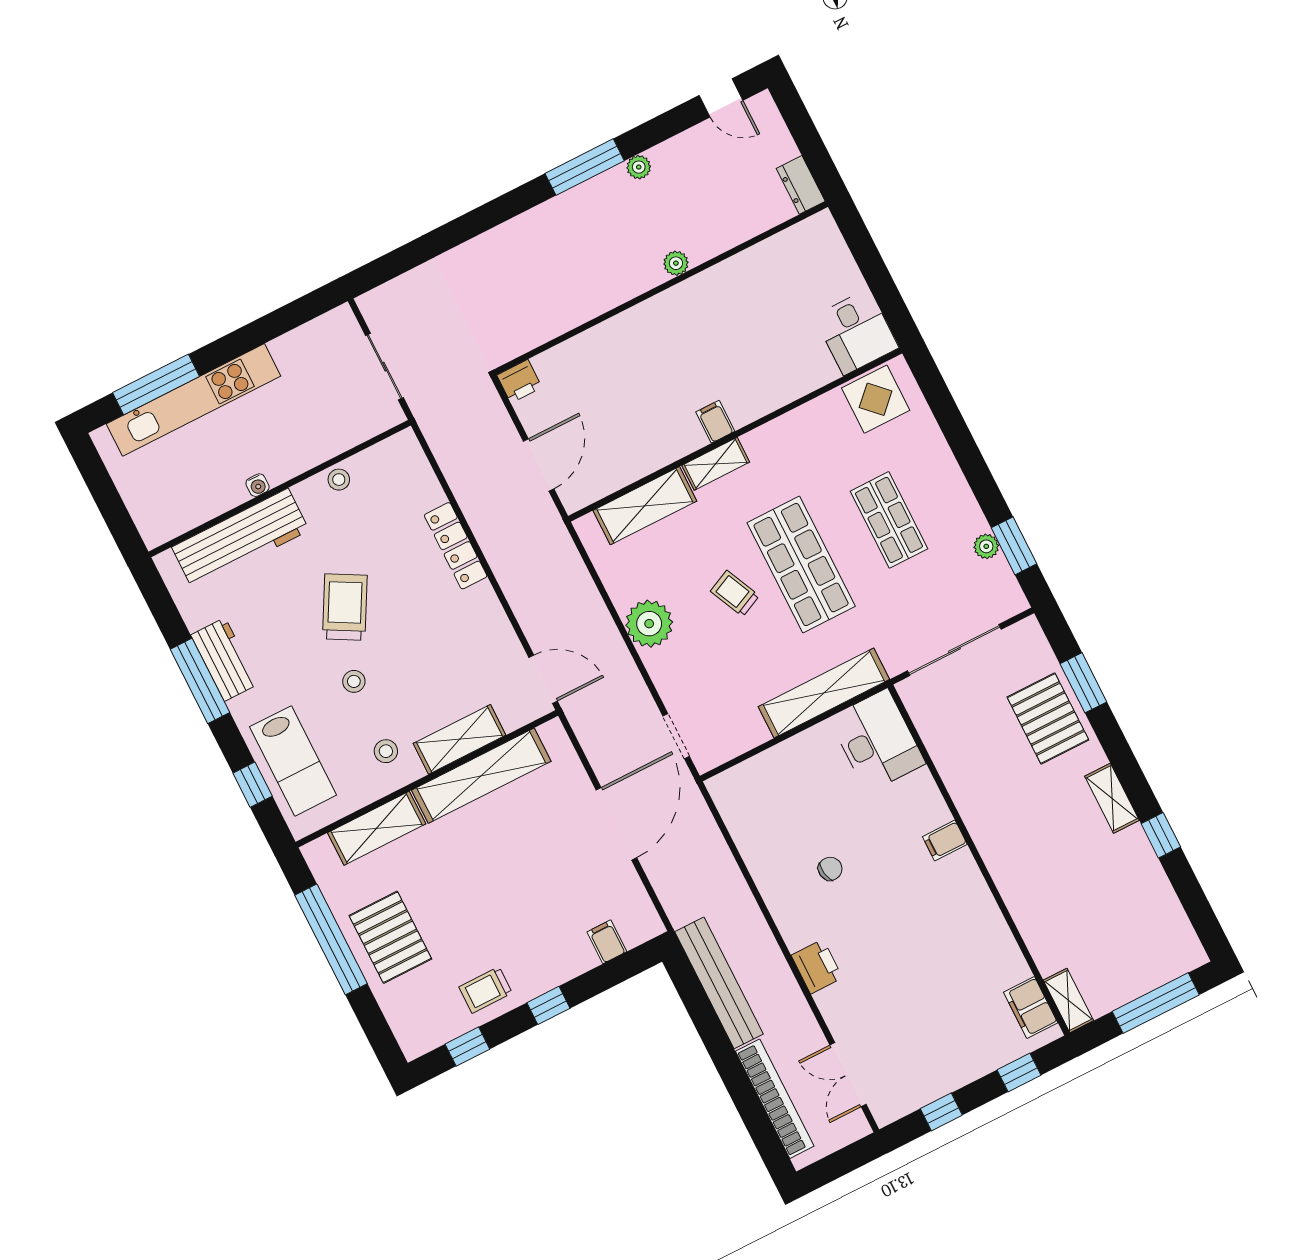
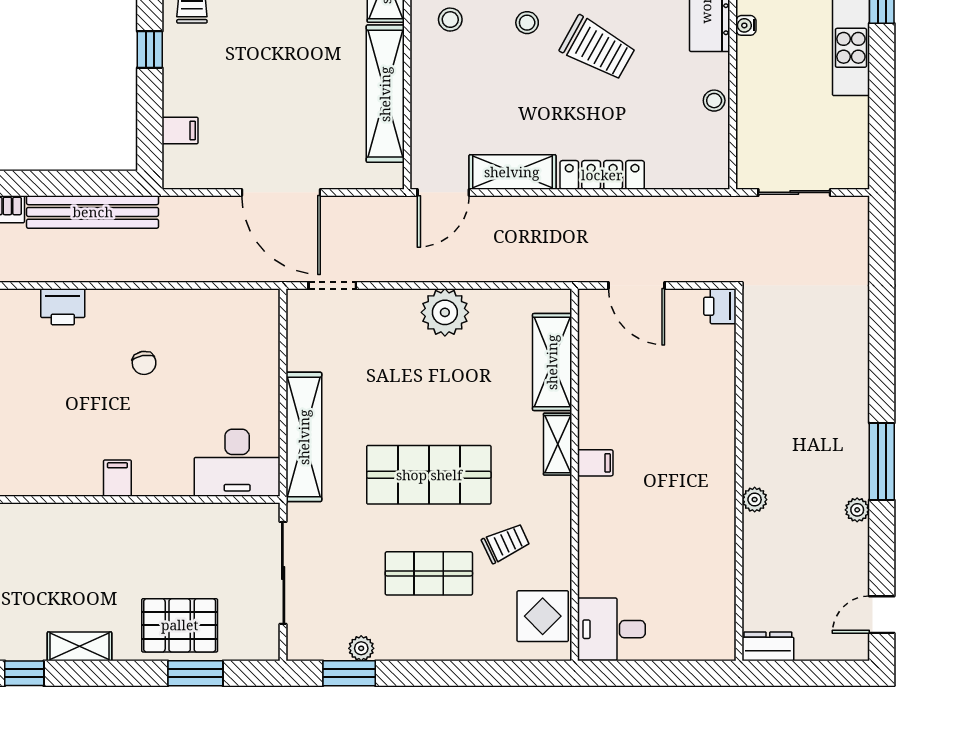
trolley: (735, 593) -> (506, 543), moved
shelving: (459, 739) -> (512, 172), moved, turned 90

